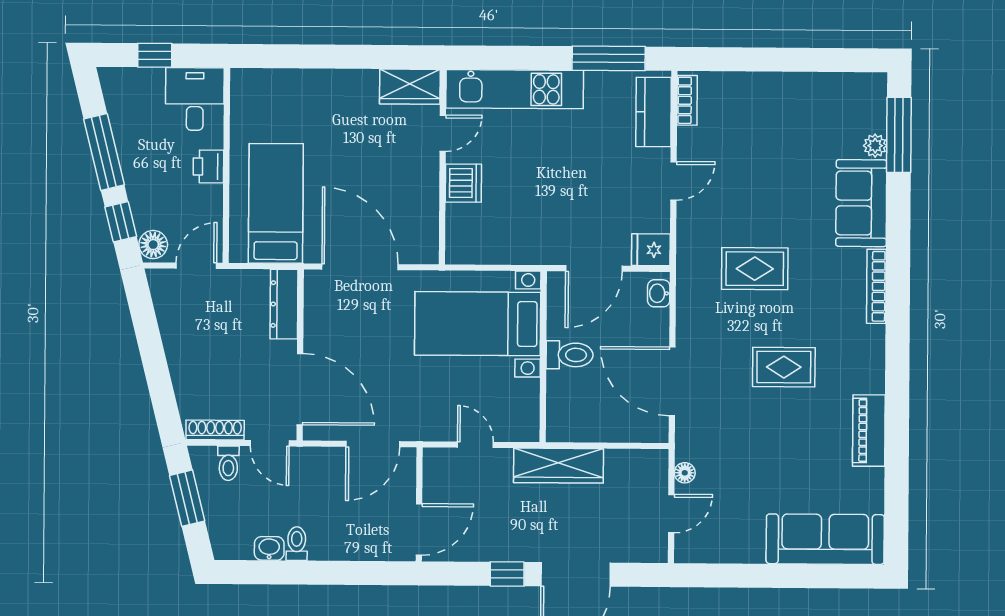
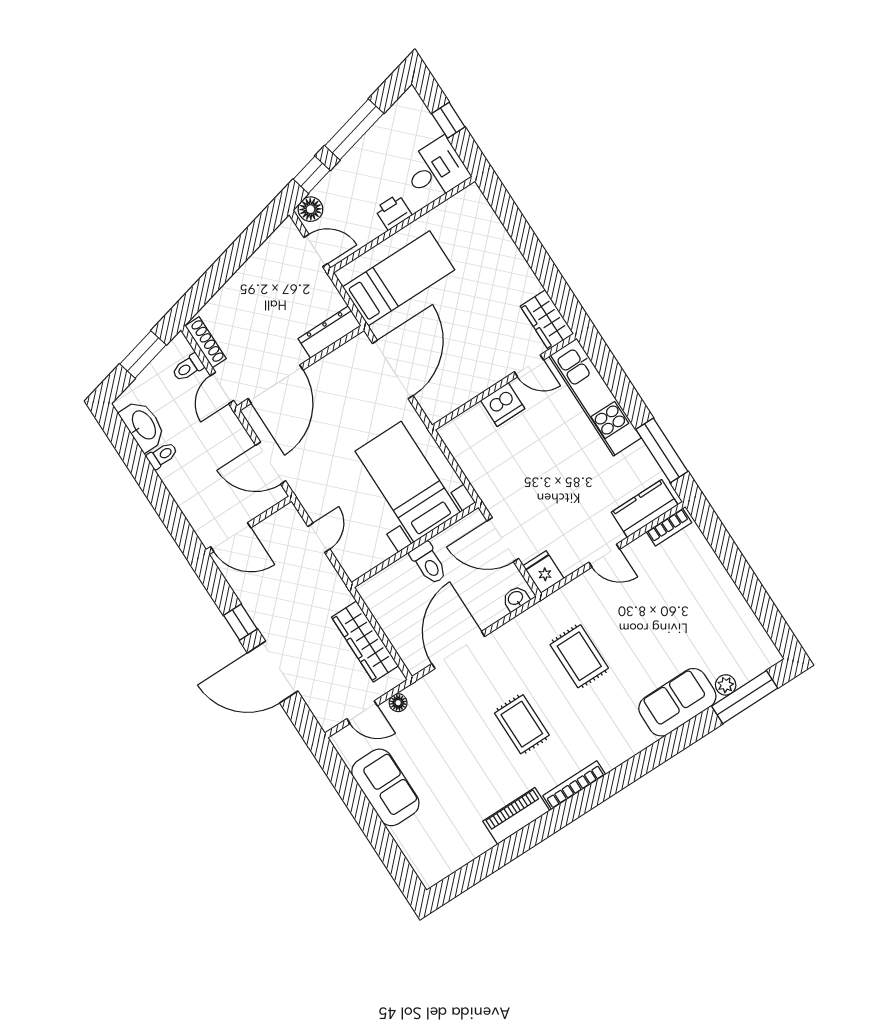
bookcase: (876, 286) -> (574, 785), moved
wardrobe: (559, 466) -> (365, 641), moved
sofa: (825, 539) -> (385, 787), moved, width x0.73
washbasin: (269, 548) -> (143, 425), width x1.91, depth x1.45

